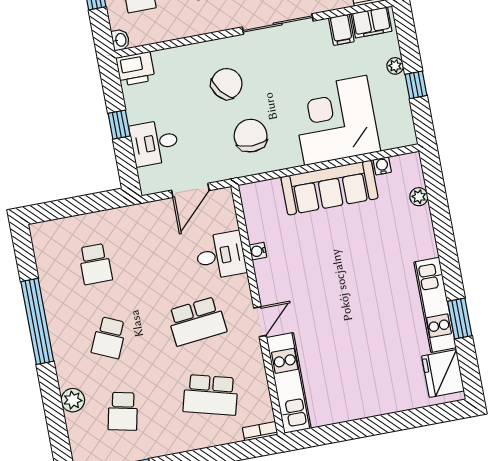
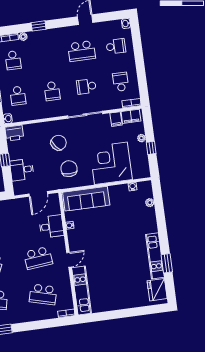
sofa: (330, 188) -> (86, 199), moved

